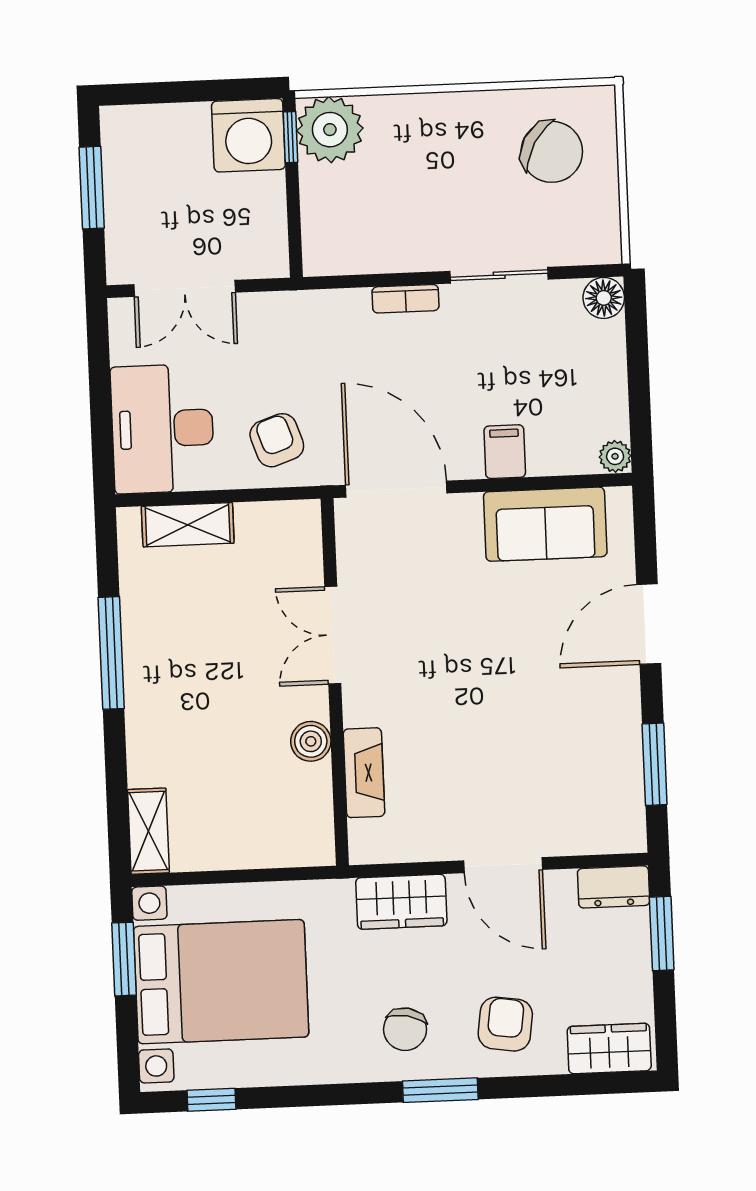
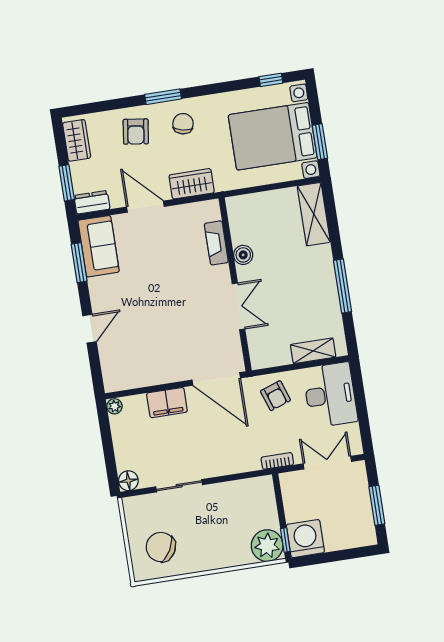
bookcase: (405, 299) -> (277, 461), moved
filing cabinet: (505, 452) -> (167, 403), width x2.00
sofa: (545, 524) -> (99, 246), moved, turned 90
door: (649, 624) -> (89, 329), width x0.73
shelving: (148, 831) -> (314, 214), width x1.50, depth x1.33
wardrobe: (609, 1049) -> (77, 140), moved, turned -90

